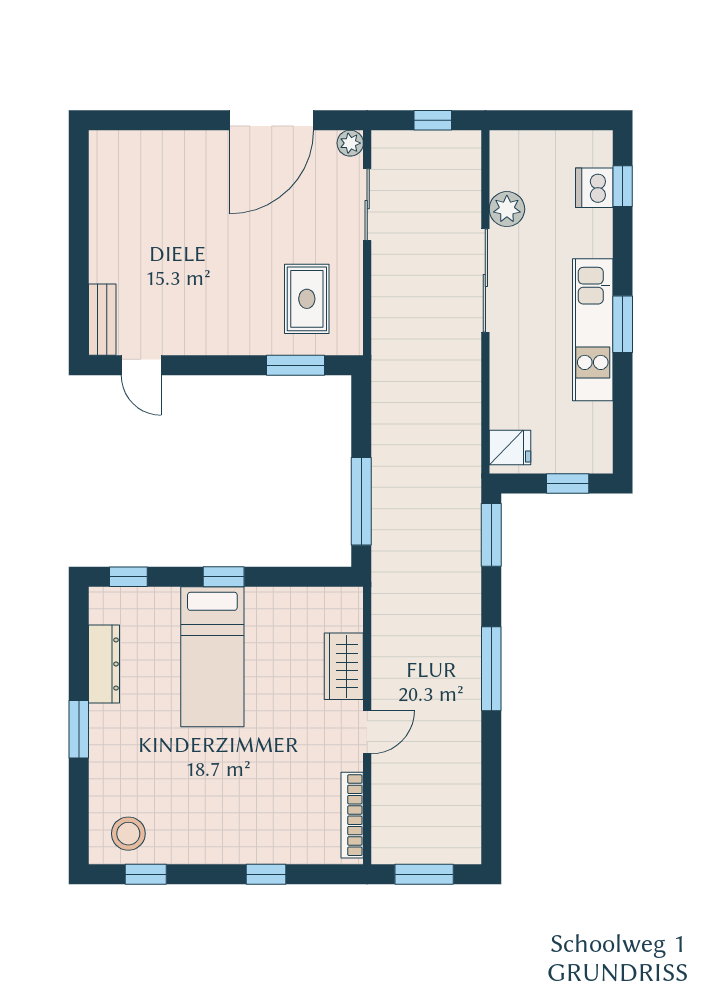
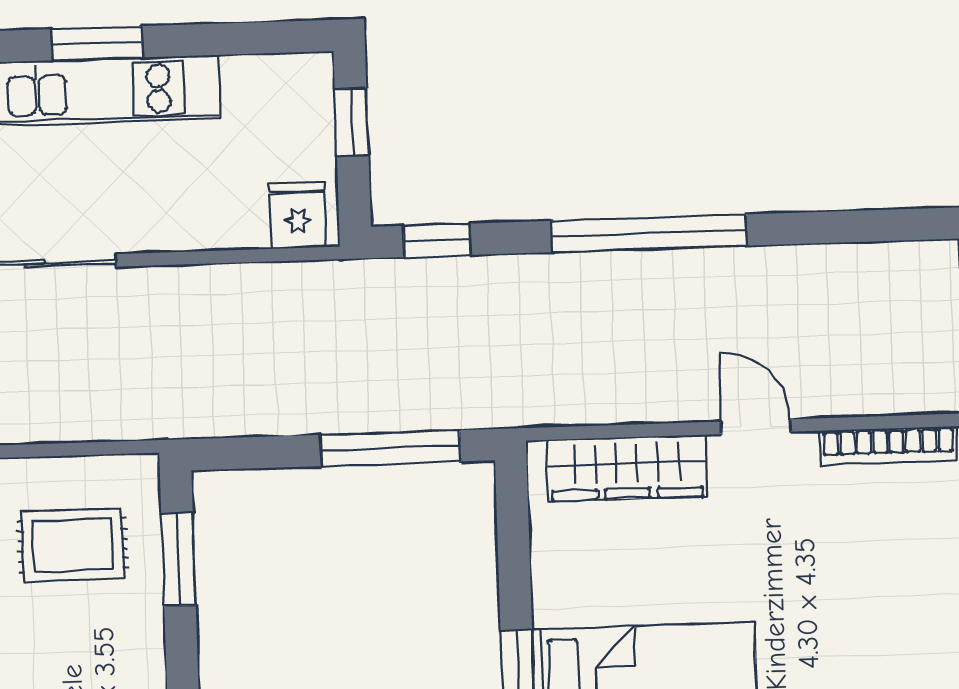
window: (491, 535) -> (437, 240), width x0.67
wardrobe: (344, 666) -> (627, 468), width x1.50
window: (491, 669) -> (649, 233), width x1.46

